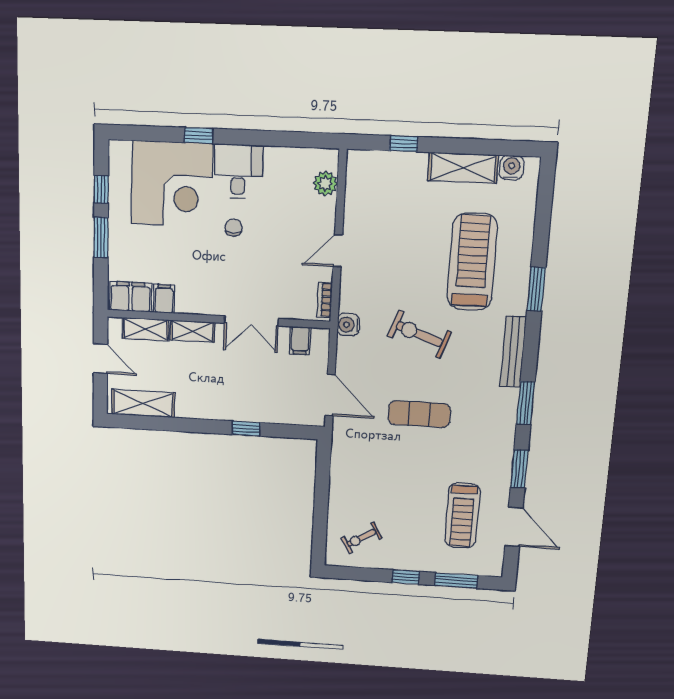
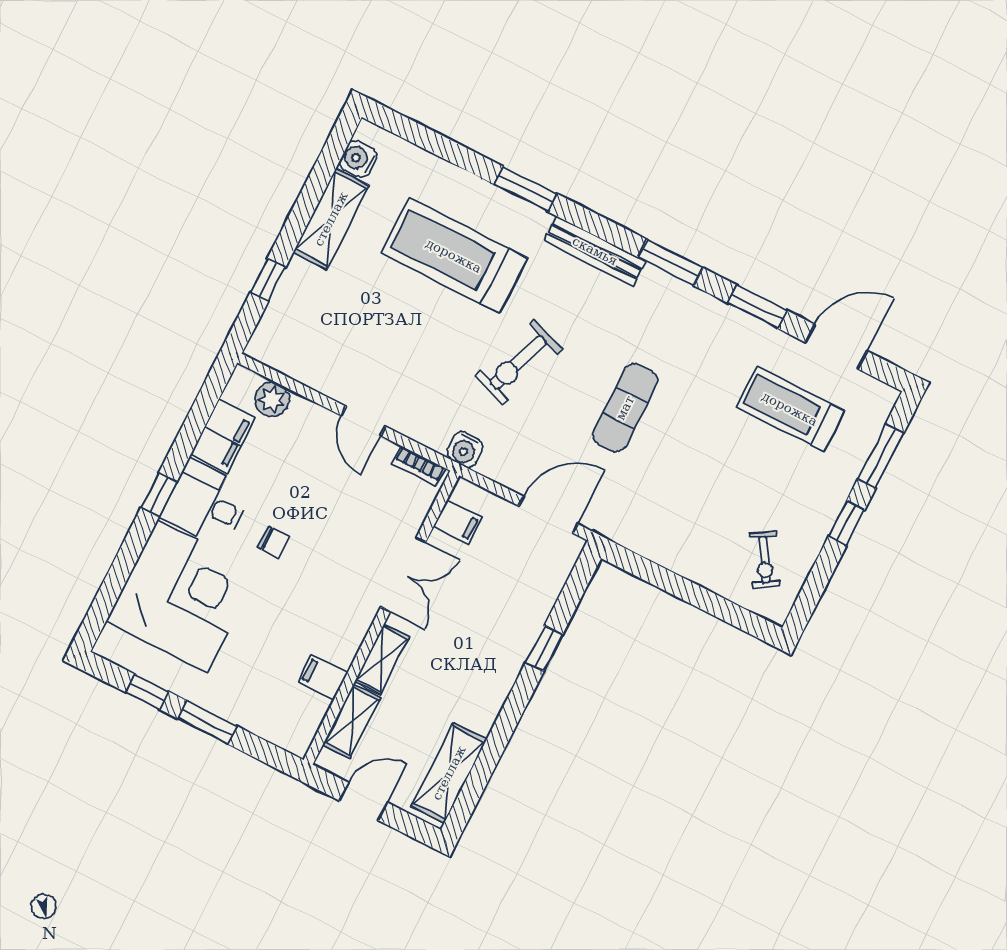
window: (199, 136) -> (159, 495), moved
chair: (234, 228) -> (273, 542), turned 180
filing cabinet: (130, 297) -> (223, 436), moved, turned 180
treadmill: (462, 515) -> (790, 409), turned 180

